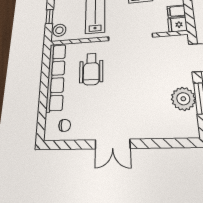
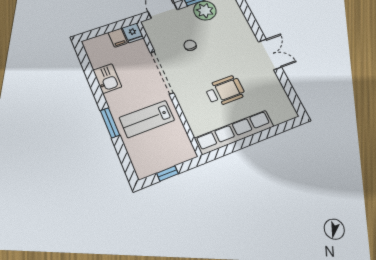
stool: (59, 30) -> (181, 153), removed
wheelchair: (91, 69) -> (225, 91), moved
chair: (65, 125) -> (190, 45), moved

